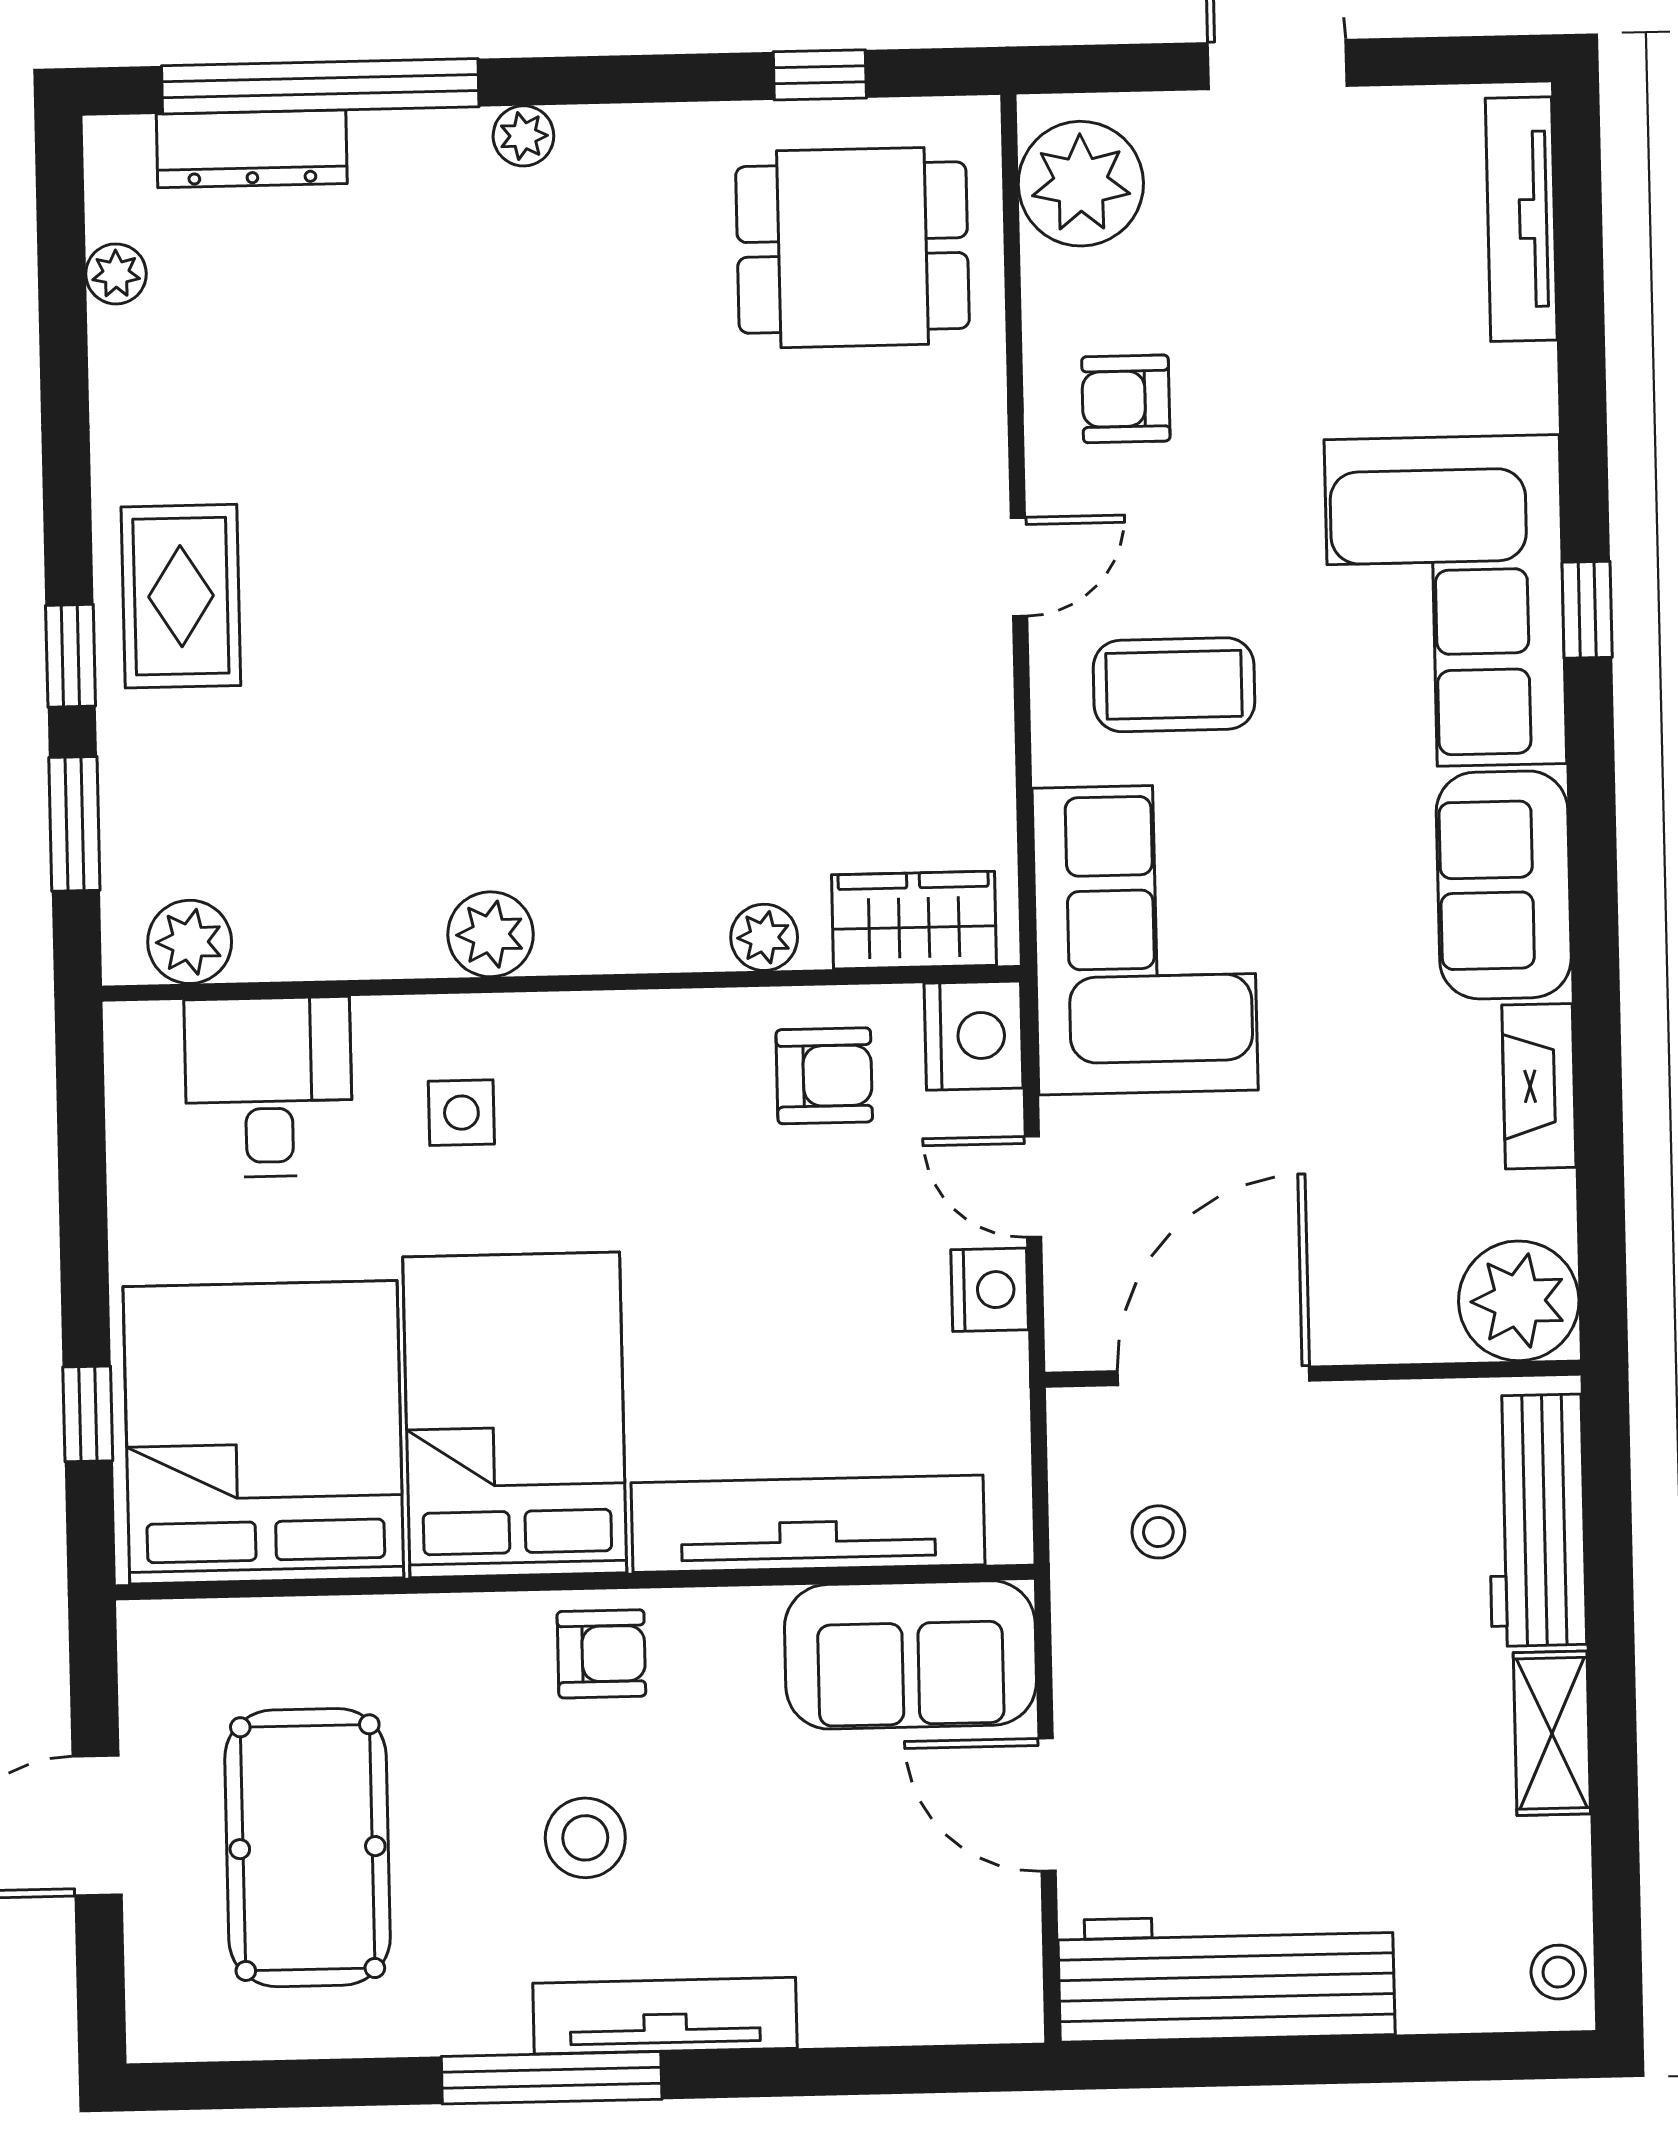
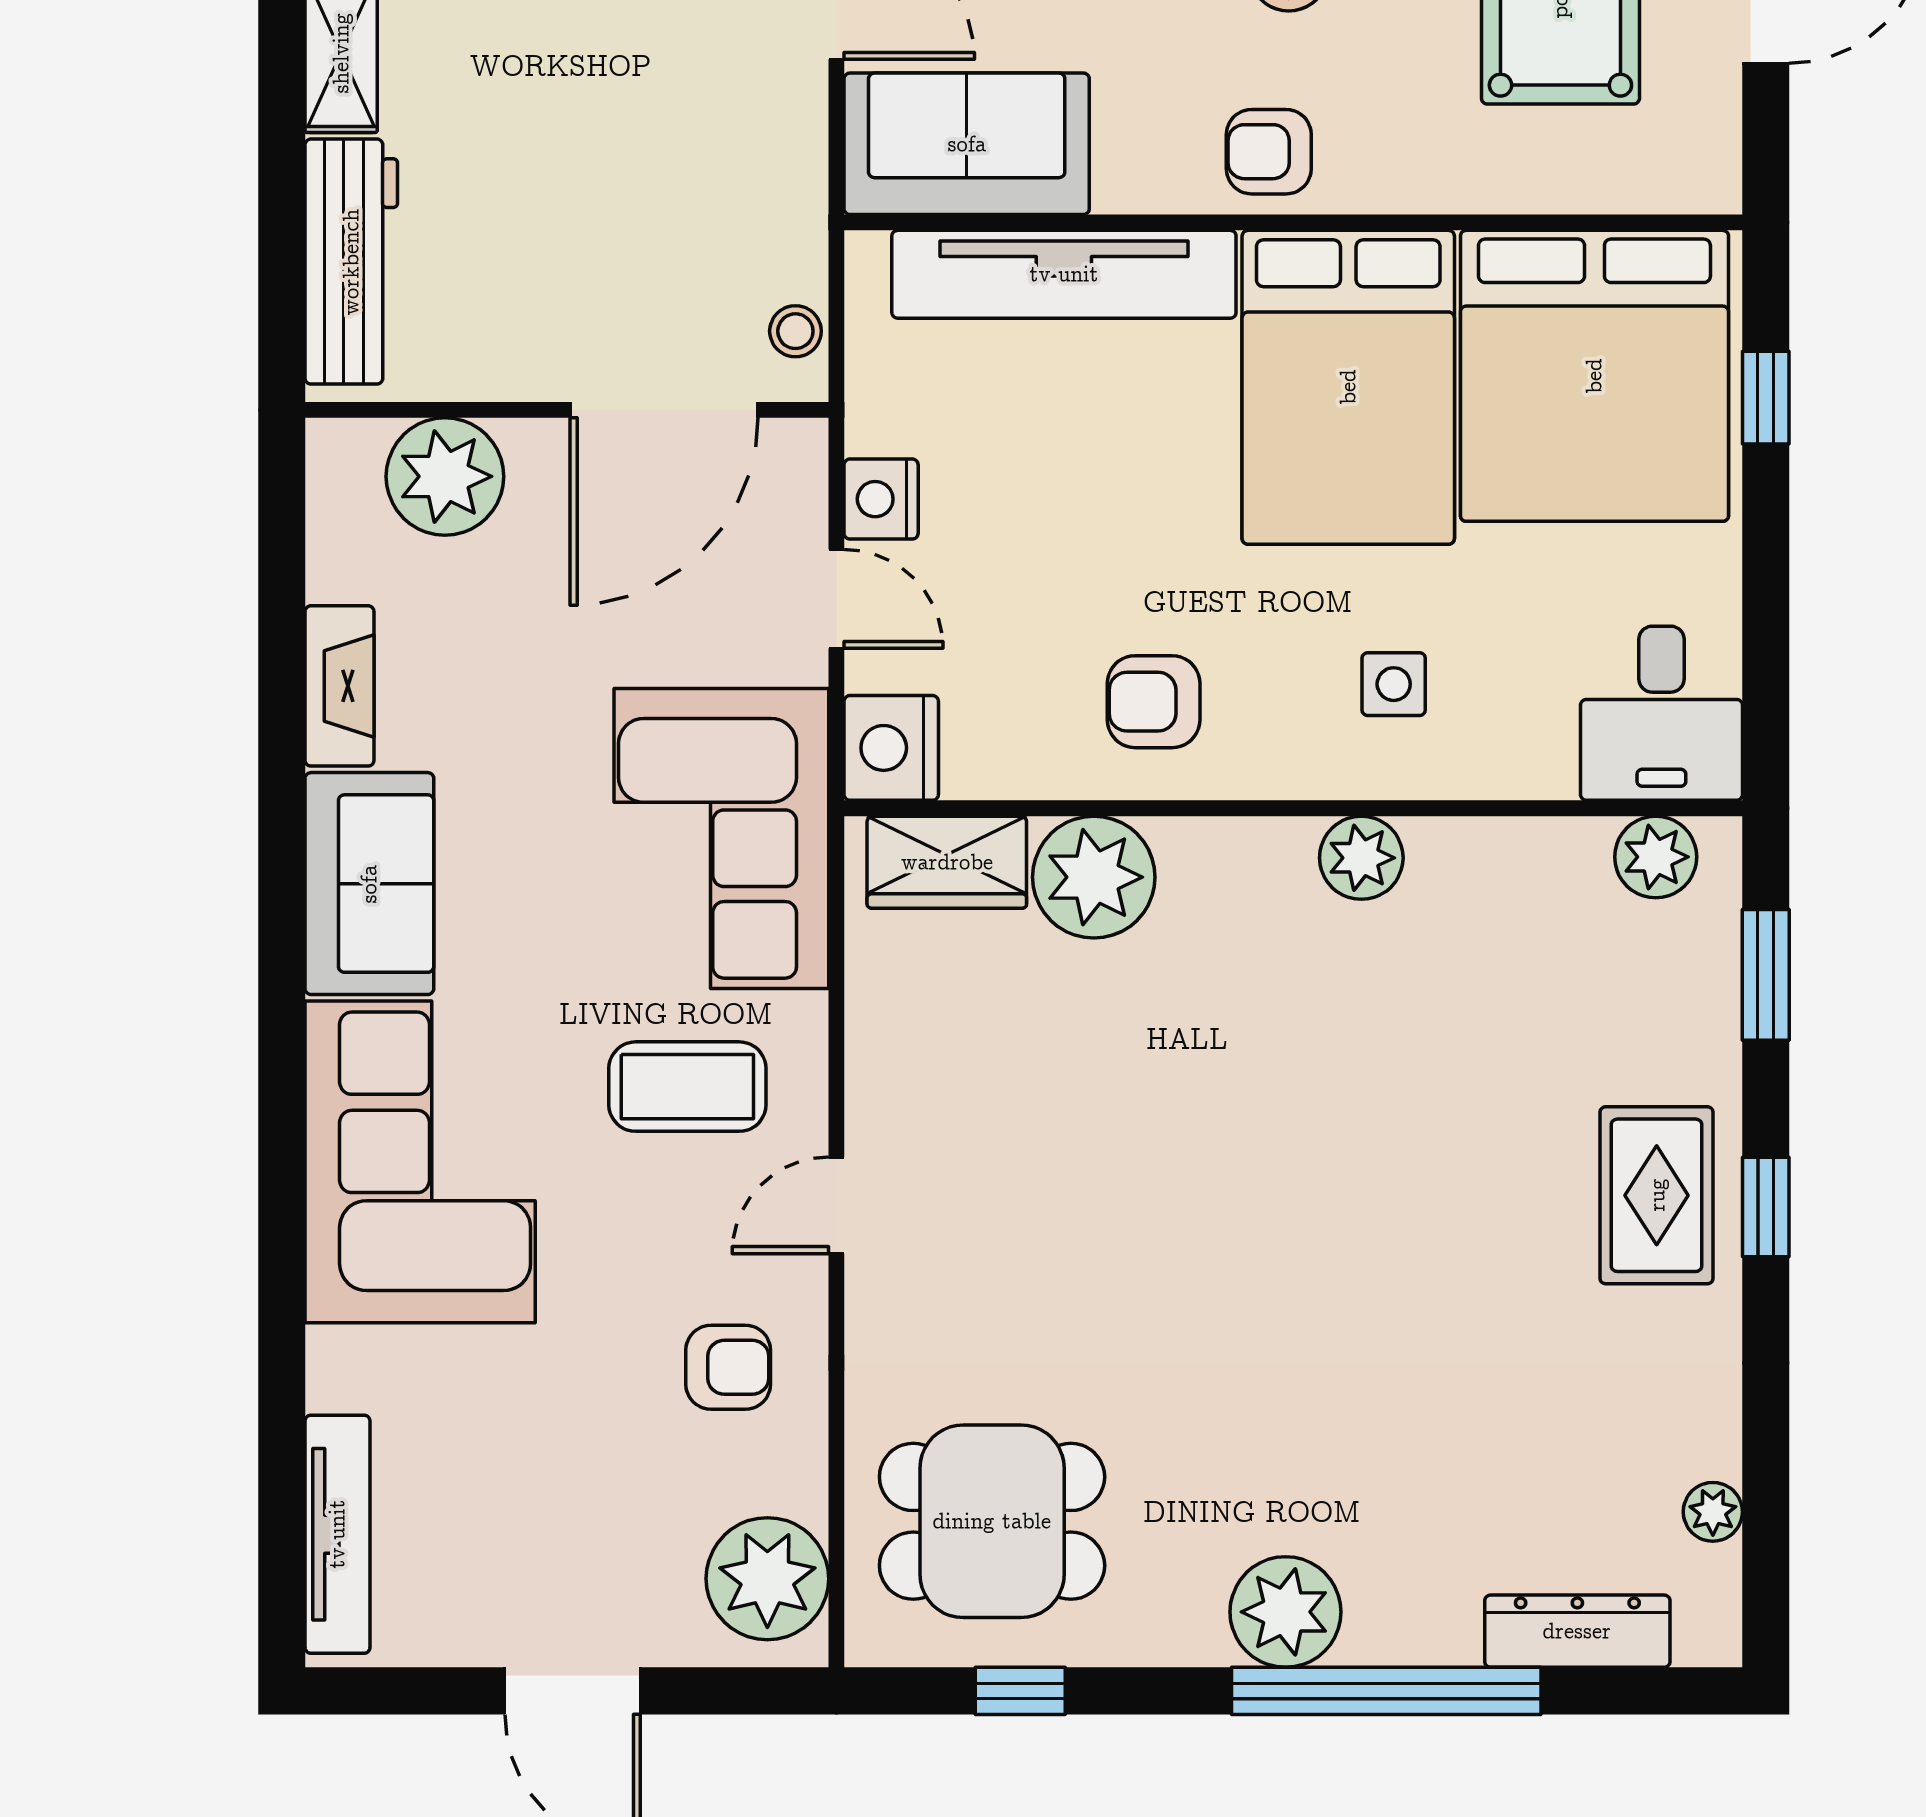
window: (320, 86) -> (1386, 1691), moved
plant: (523, 136) -> (1285, 1612), width x1.87, depth x1.87
window: (1587, 610) -> (282, 1151), removed
window: (71, 656) -> (1766, 1207), moved
plant: (764, 937) -> (1094, 877), width x1.87, depth x1.87
armchair: (824, 1076) -> (1154, 702), moved
desk: (269, 1087) -> (1661, 713), moved
plant: (1519, 1301) -> (445, 476), moved
stool: (1158, 1532) -> (795, 331), moved

